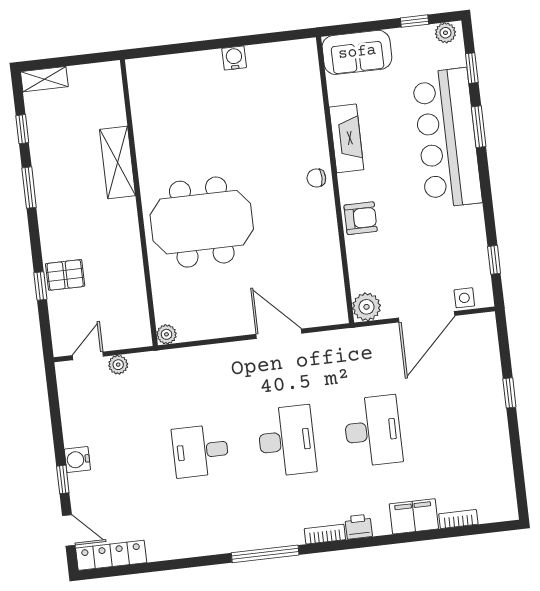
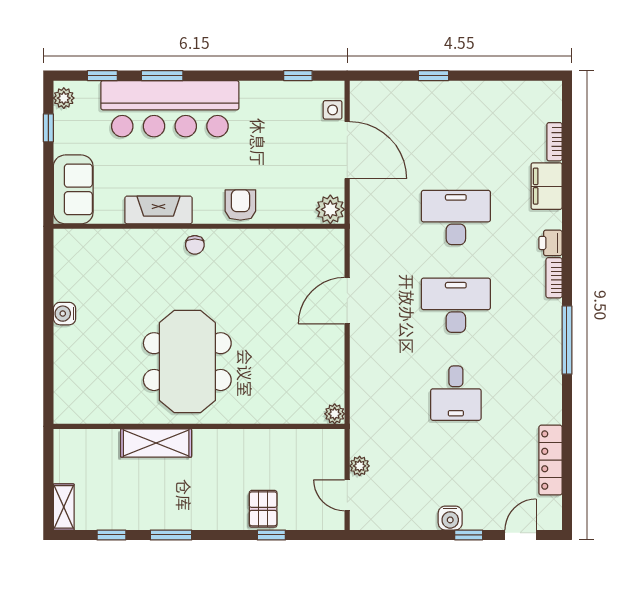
meeting table: (202, 222) -> (187, 362), moved
locker: (111, 555) -> (551, 460), moved

